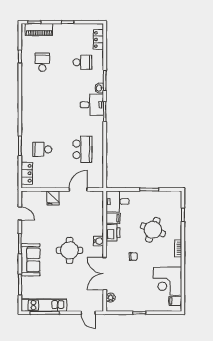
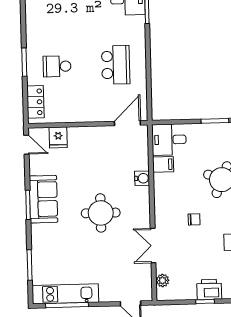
door: (78, 189) -> (127, 123), moved
fridge: (53, 198) -> (58, 137), moved
door: (20, 214) -> (26, 145), moved
printer: (113, 233) -> (209, 289), moved, turned -90
water cooler: (98, 241) -> (142, 178), moved
sofa: (31, 260) -> (43, 199), moved
double door: (105, 274) -> (153, 246), width x0.73

